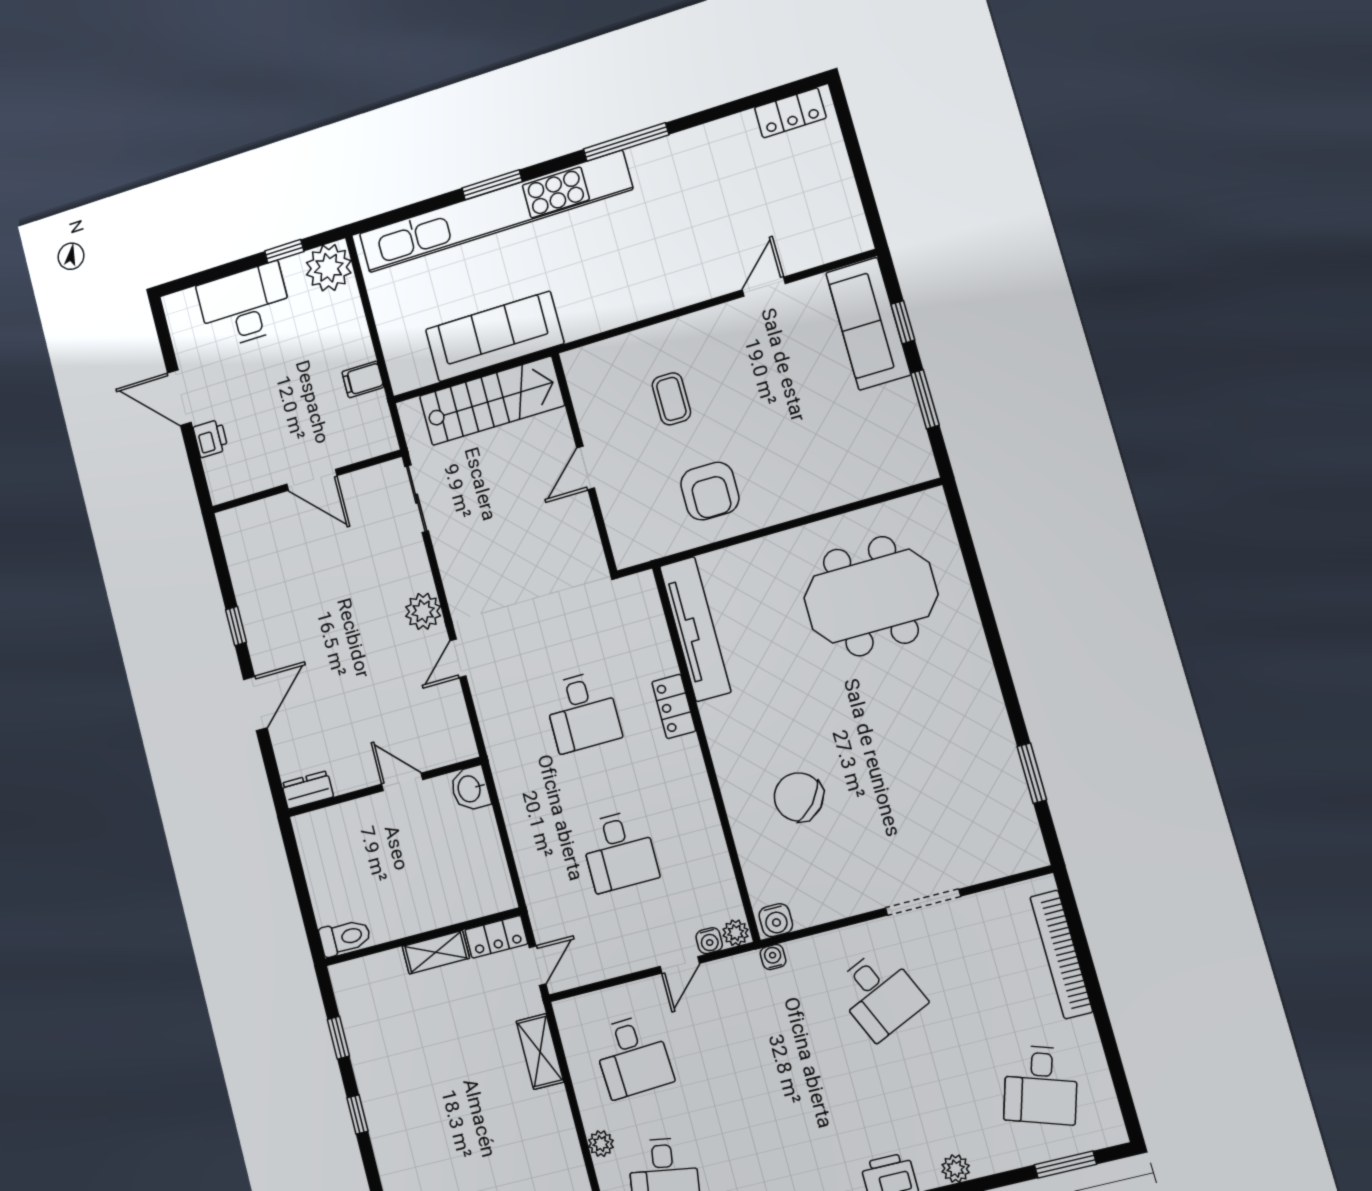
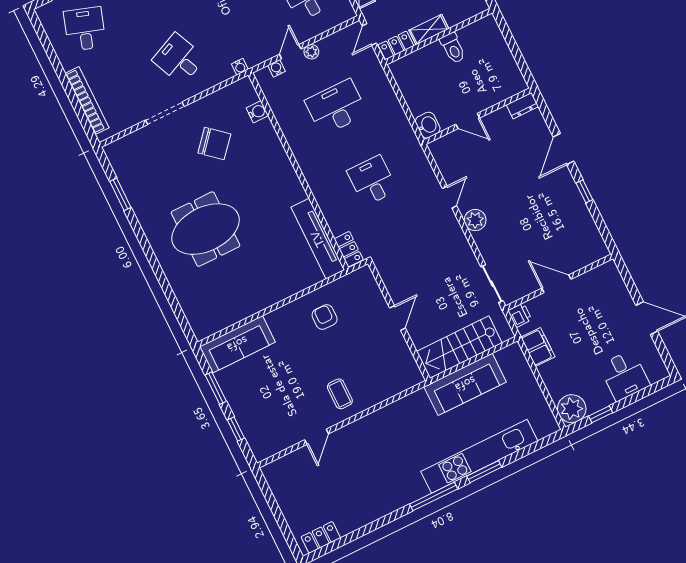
window: (626, 142) -> (434, 496), moved
kitchen unit: (495, 212) -> (479, 456), width x0.73
desk: (245, 306) -> (624, 375), width x0.73
sofa: (868, 324) -> (237, 344), moved, turned 90
filing cabinet: (363, 379) -> (538, 347), width x2.00
coffee table: (671, 399) -> (340, 394), moved
printer: (211, 438) -> (520, 315), moved, turned 180
armchair: (710, 491) -> (325, 317), width x0.72, depth x0.72
meeting table: (871, 596) -> (206, 229), moved
locker: (674, 706) -> (349, 249), moved
chair: (799, 797) -> (214, 144), moved
desk: (619, 851) -> (336, 107), width x1.37
water cooler: (776, 920) -> (257, 112), moved, turned 90
plant: (736, 933) -> (311, 52), moved
toilet: (345, 937) -> (453, 48), moved, turned -90

